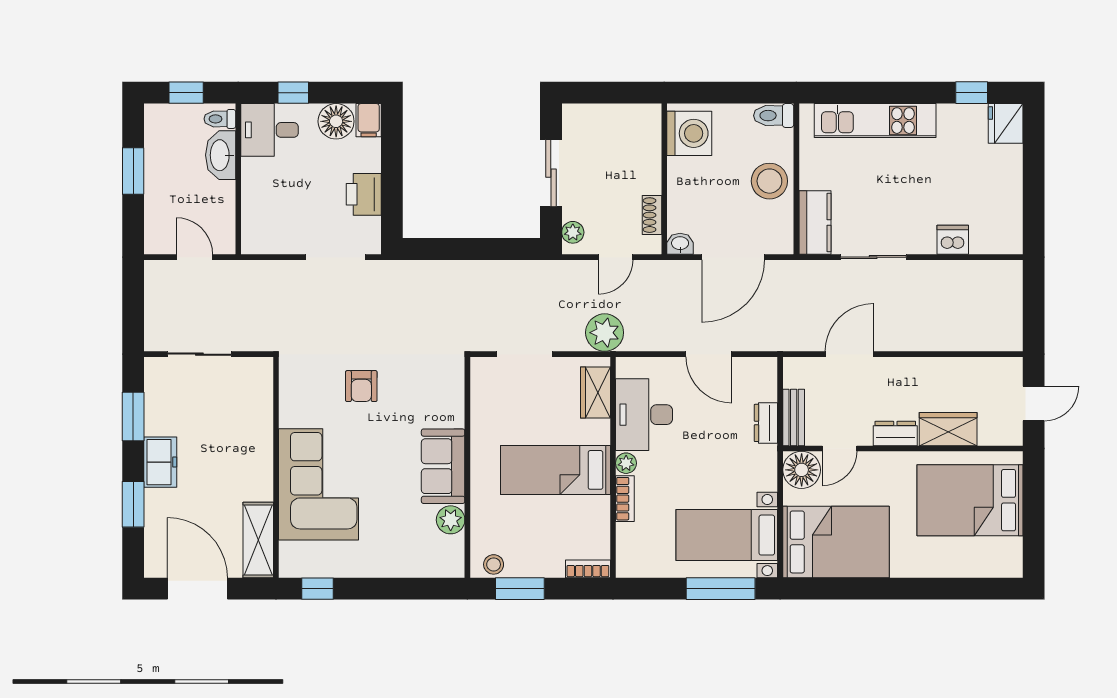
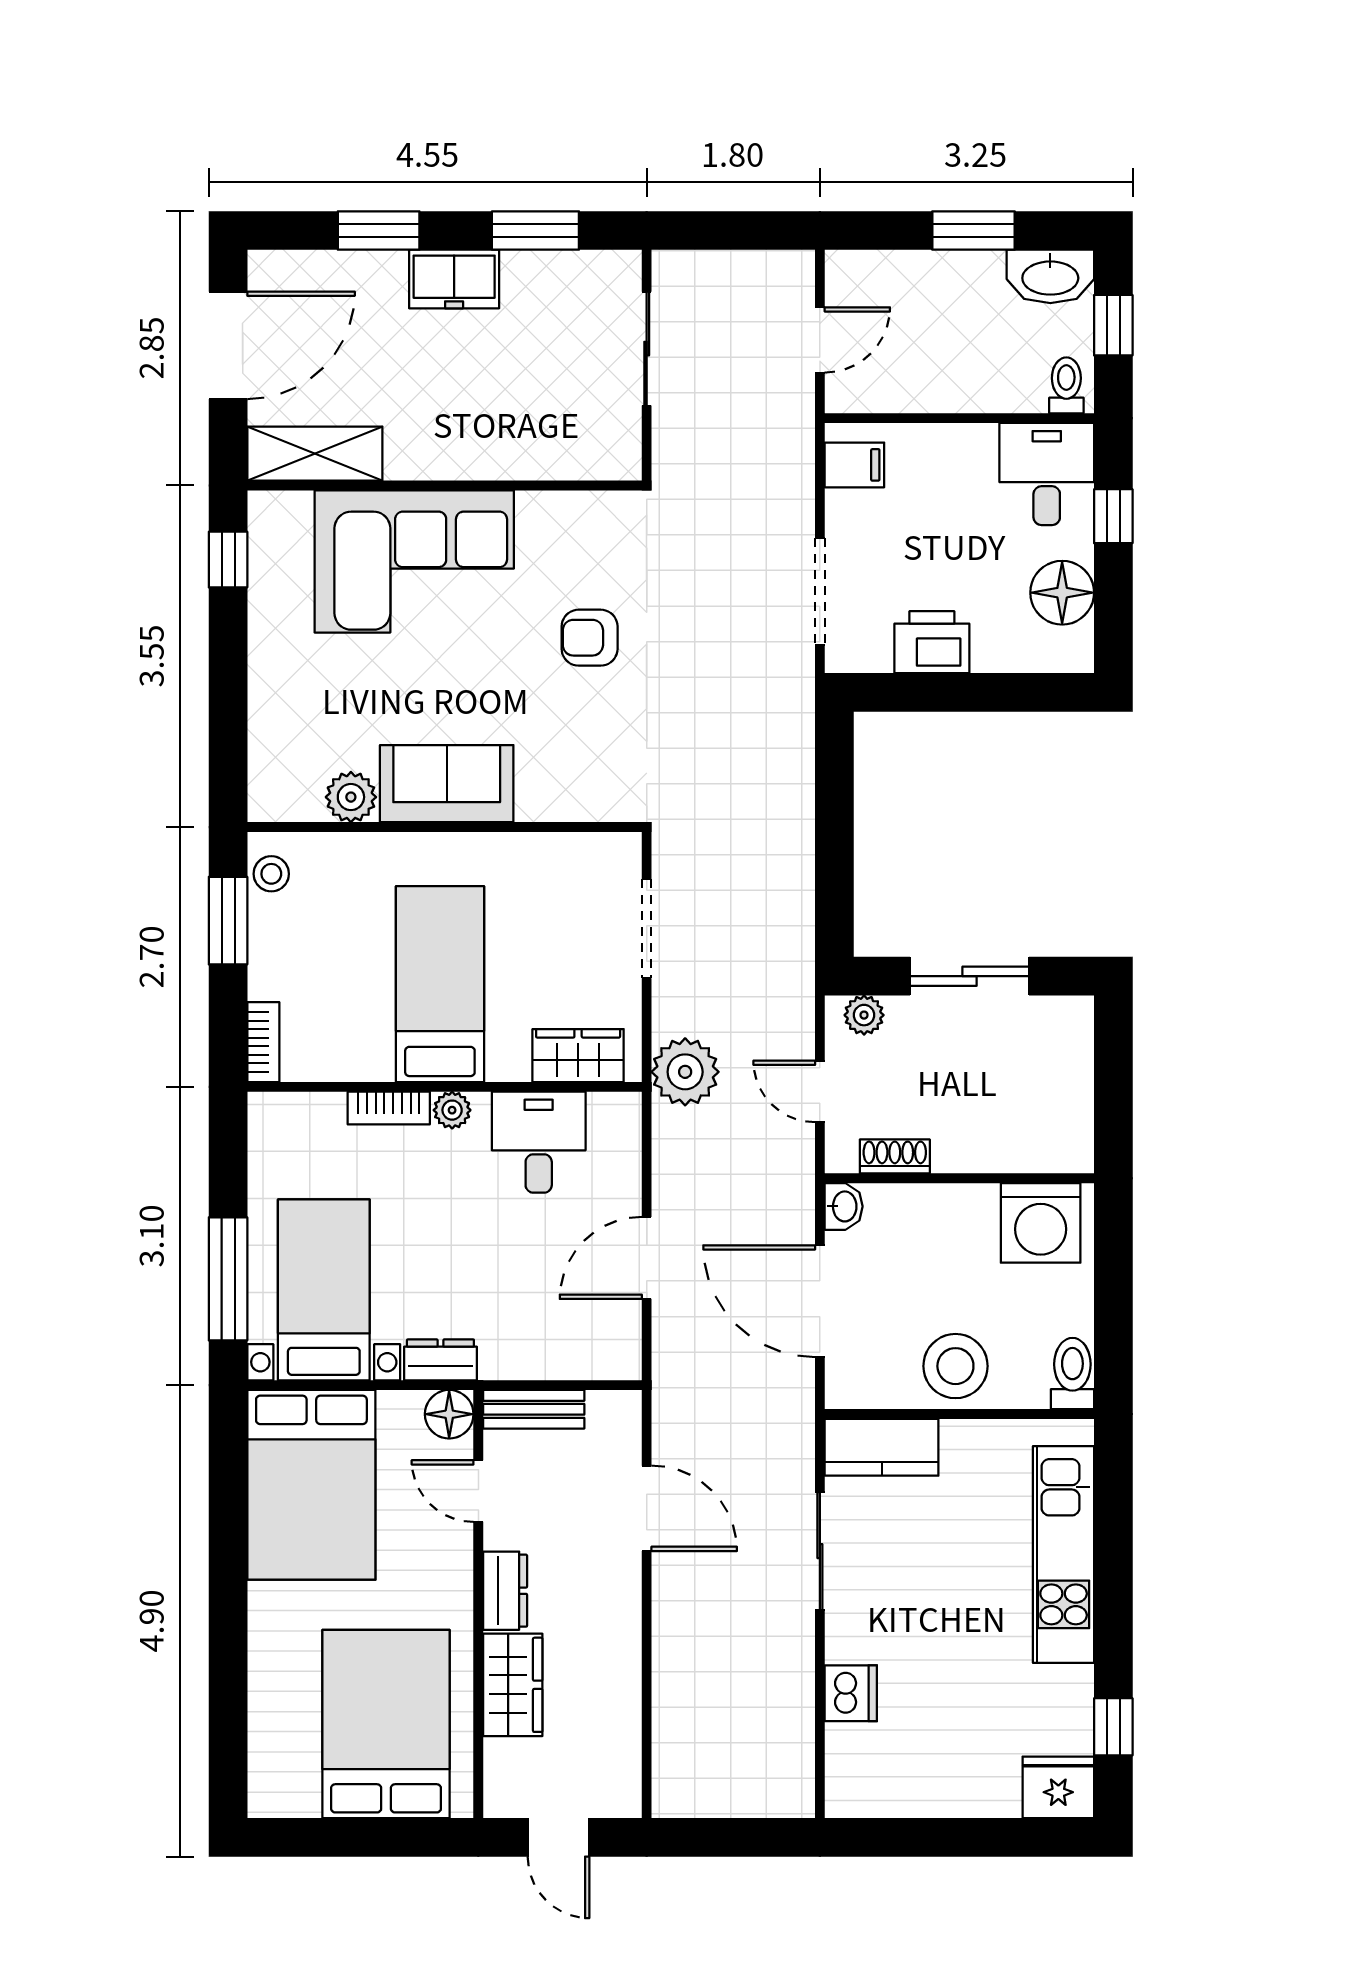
filing cabinet: (369, 120) -> (854, 465), moved, turned 180
washbasin: (221, 155) -> (1050, 276), moved, turned 180
desk: (644, 415) -> (539, 1142), width x0.73
dresser: (766, 423) -> (440, 1360), moved
floor lamp: (802, 470) -> (449, 1414), width x0.73, depth x0.73

